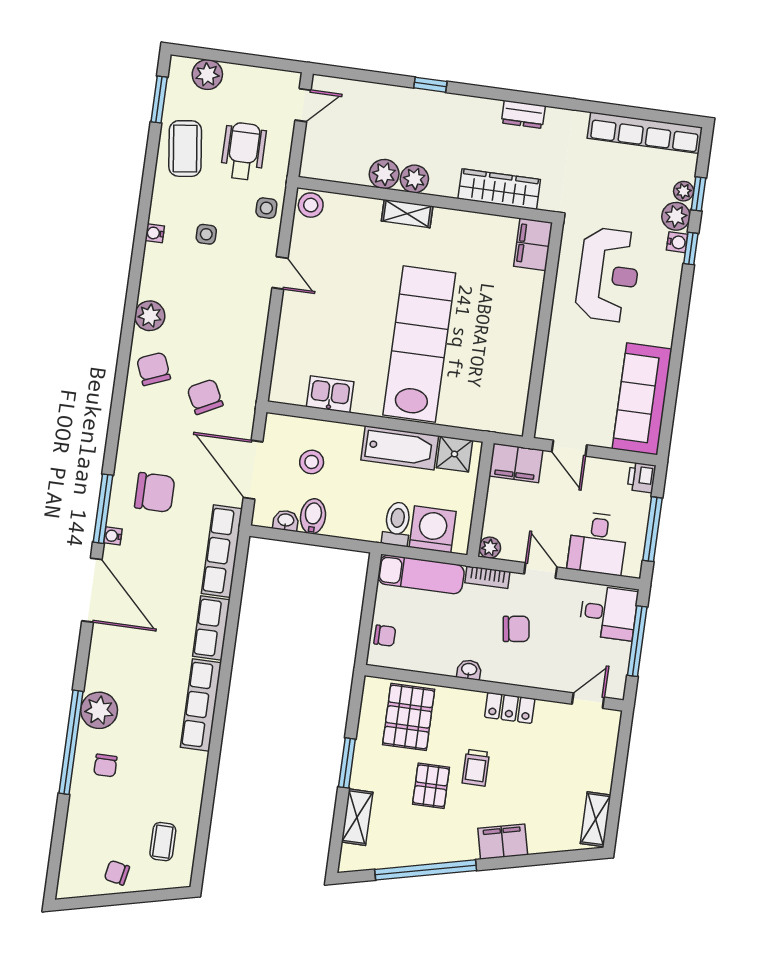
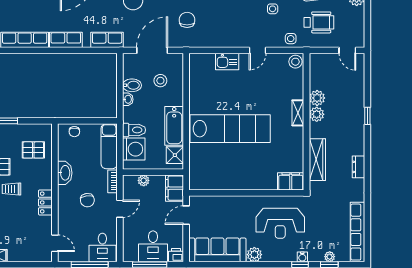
plant: (676, 216) -> (254, 255), moved
kitchen sink: (330, 394) -> (227, 61), moved, turned 90
chair: (205, 397) -> (187, 20), turned -63
washbasin: (286, 521) -> (128, 99), moved
desk: (598, 543) -> (153, 246), moved, turned -90
plant: (490, 548) -> (144, 180), moved
row of seats: (222, 551) -> (107, 40), width x0.68
washbasin: (469, 670) -> (65, 173), width x1.91, depth x1.45
pallet: (409, 717) -> (33, 150), width x0.67, depth x0.71

